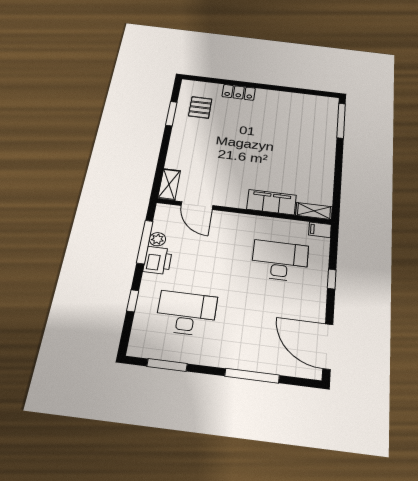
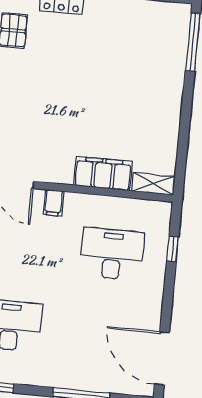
filing cabinet: (320, 230) -> (53, 203), moved, turned -90
window: (332, 279) -> (173, 249), moved

